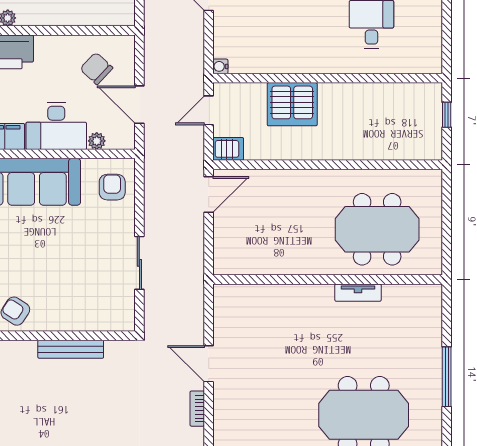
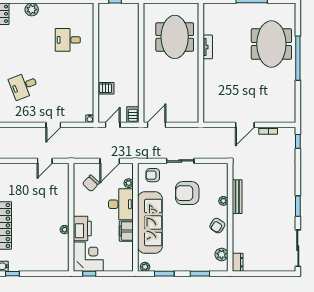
server rack: (292, 104) -> (106, 88), width x0.46, depth x0.70
door: (209, 110) -> (113, 125), swing flipped
door: (209, 194) -> (157, 125), hinge flipped
armchair: (78, 253) -> (187, 193), added
sliding door: (139, 263) -> (180, 161), moved
plant: (63, 323) -> (223, 201), added

